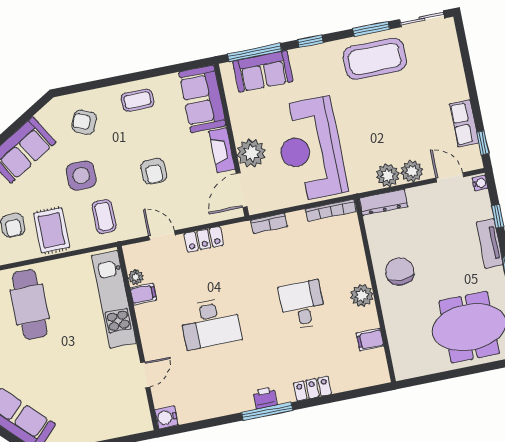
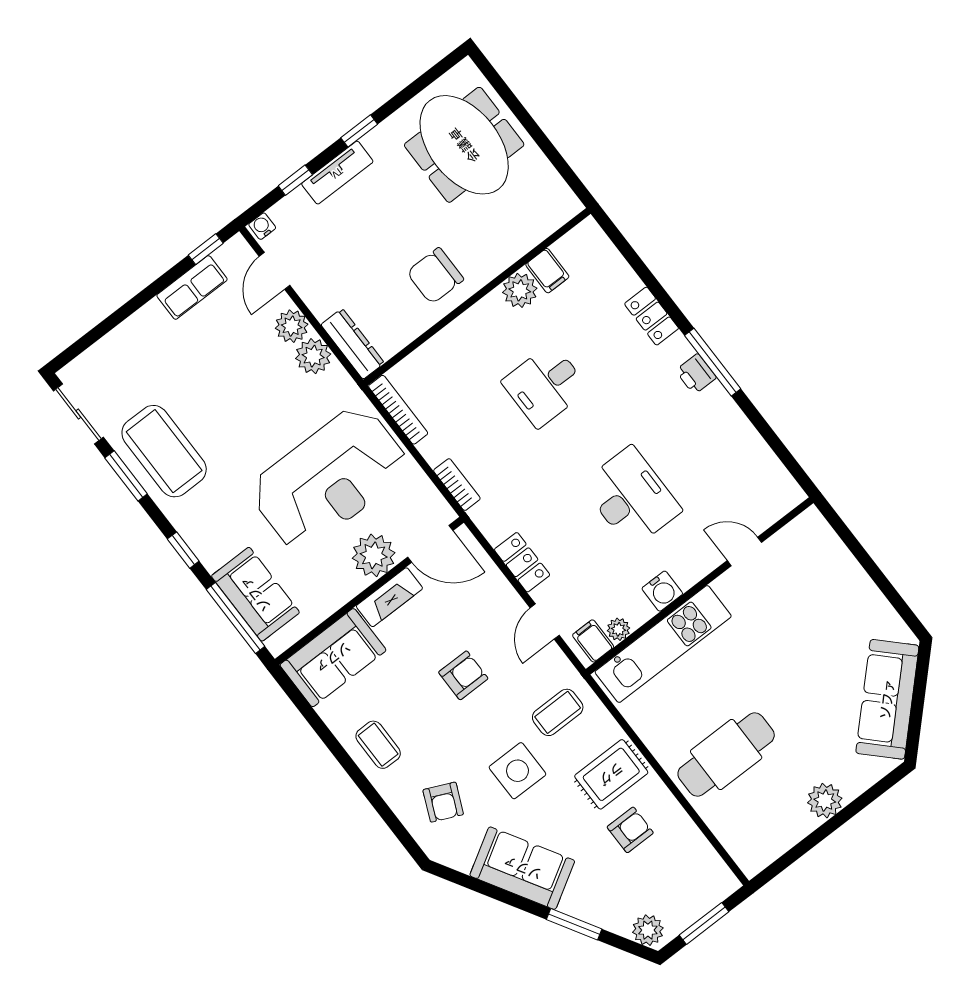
filing cabinet: (143, 294) -> (593, 641), moved
plant: (362, 295) -> (520, 290), moved
water cooler: (166, 417) -> (662, 591), moved

